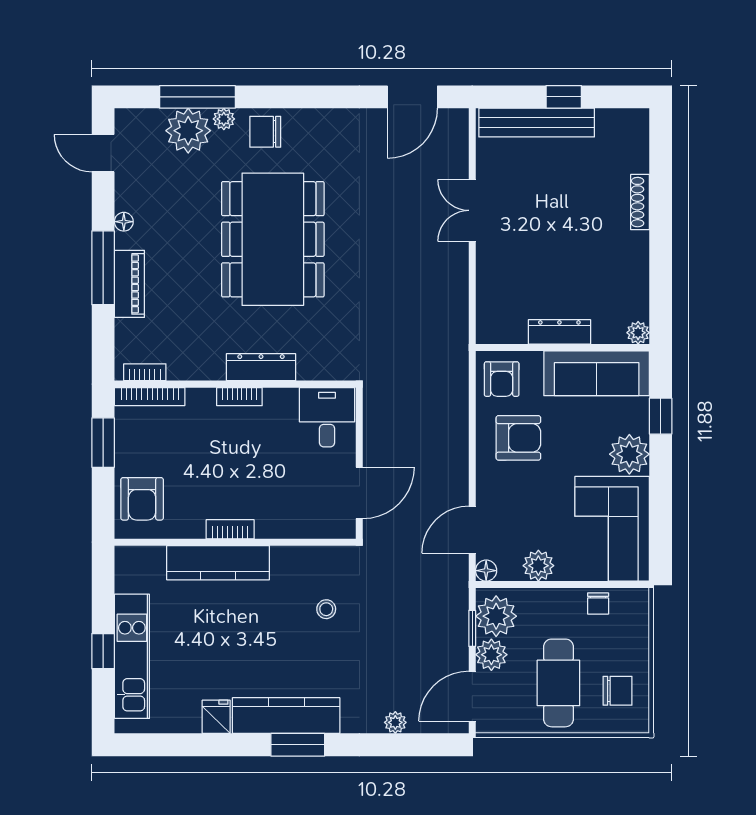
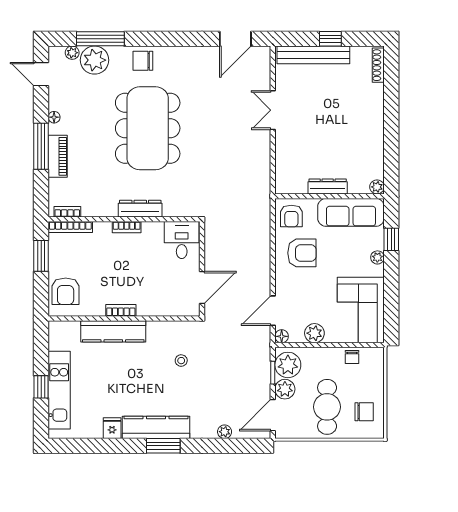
plant: (224, 119) -> (72, 53), moved
shoe rack: (640, 202) -> (378, 65), moved
plant: (629, 454) -> (377, 257), width x0.53, depth x0.53

